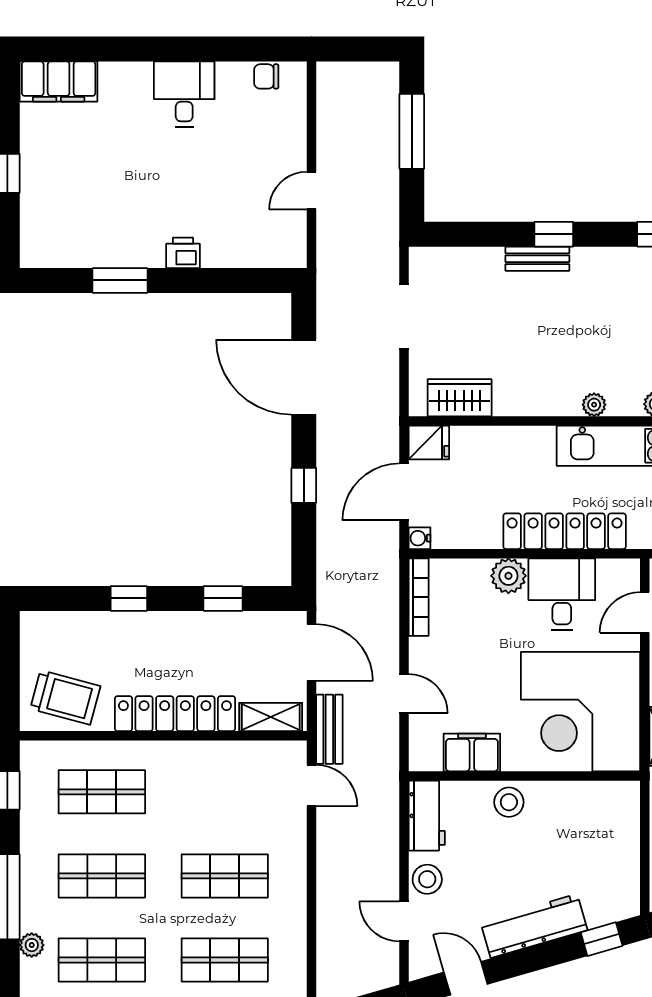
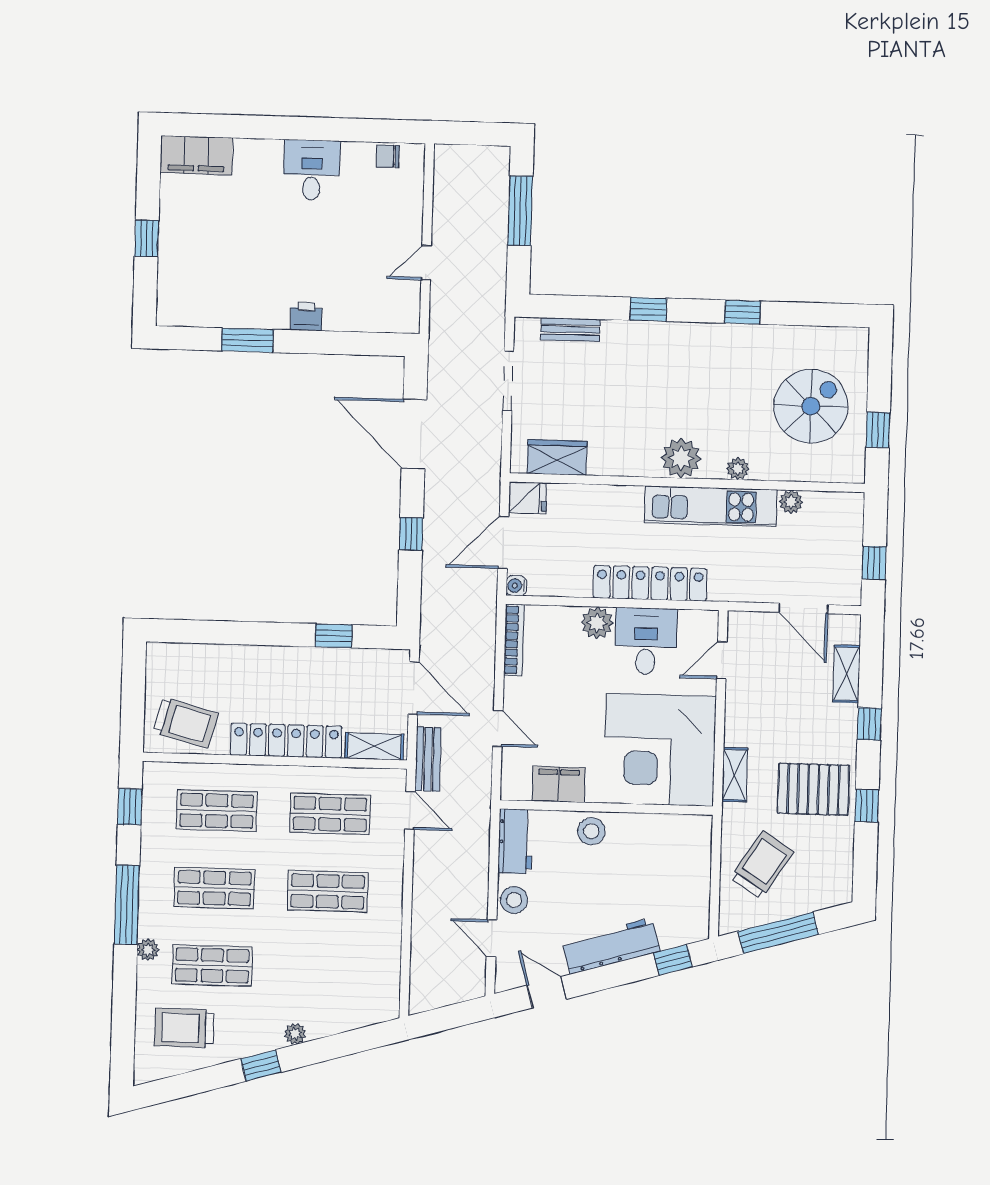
bench: (537, 259) -> (570, 330), moved
plant: (594, 405) -> (681, 458), width x1.87, depth x1.87
window: (129, 598) -> (247, 633), removed
shop shelf: (225, 960) -> (330, 814), moved

